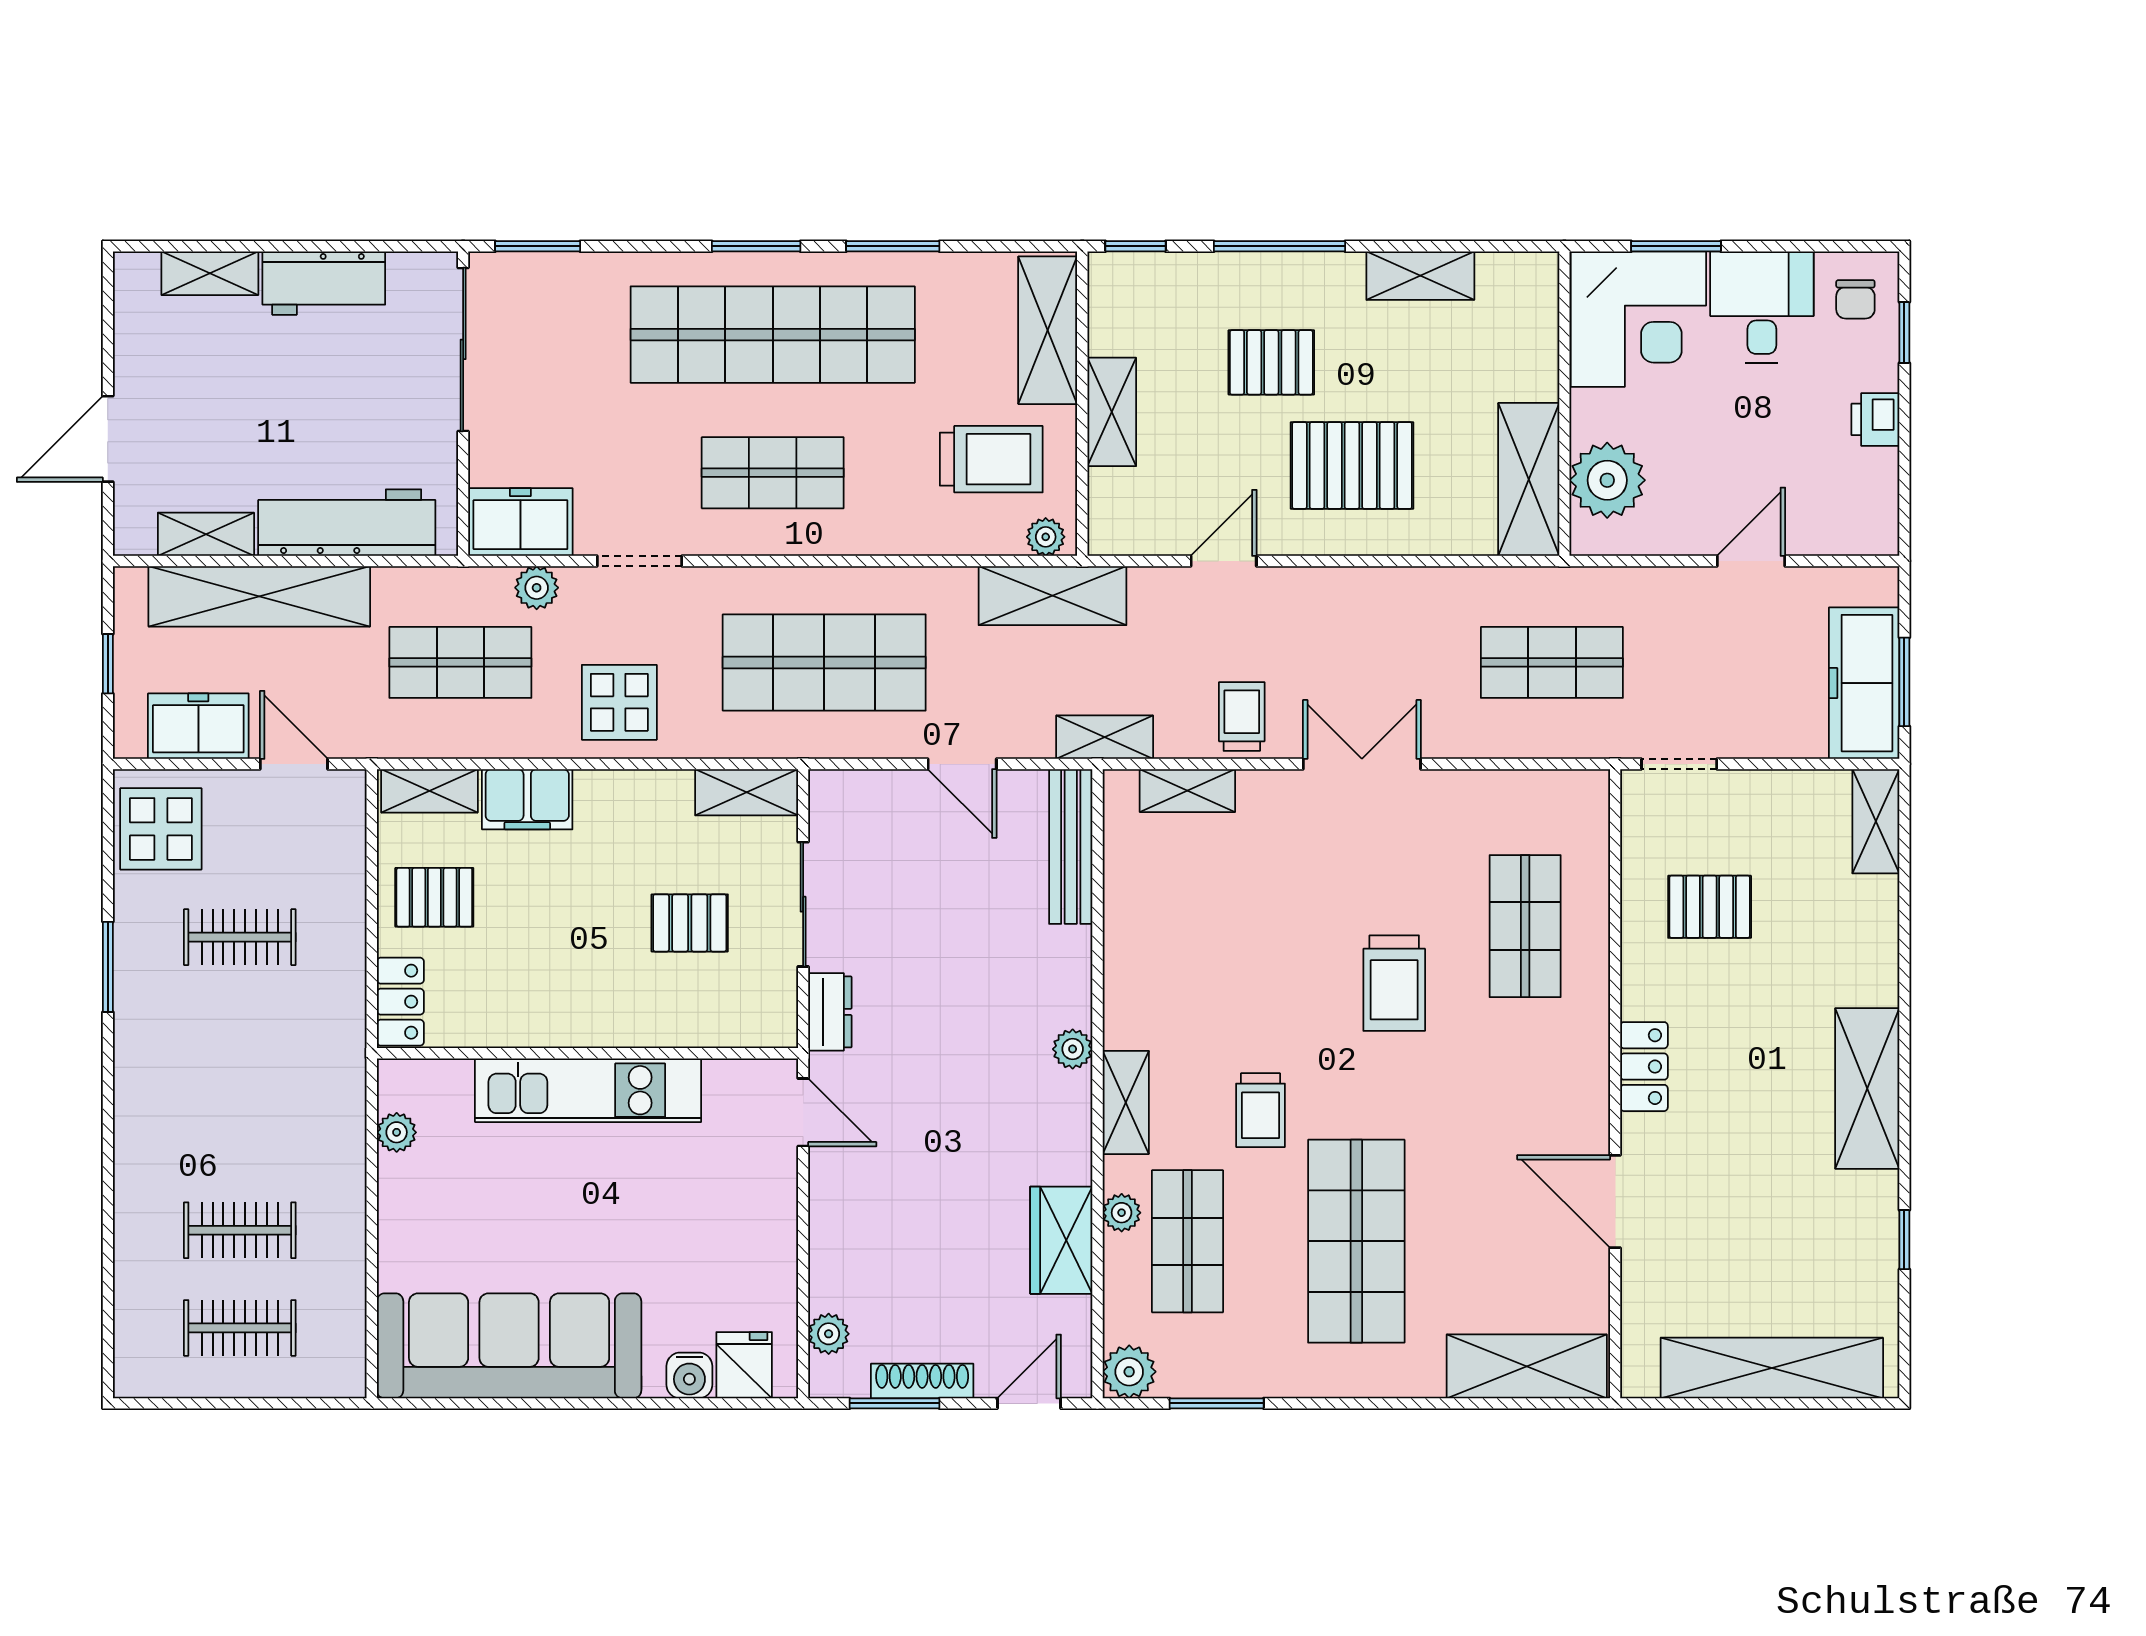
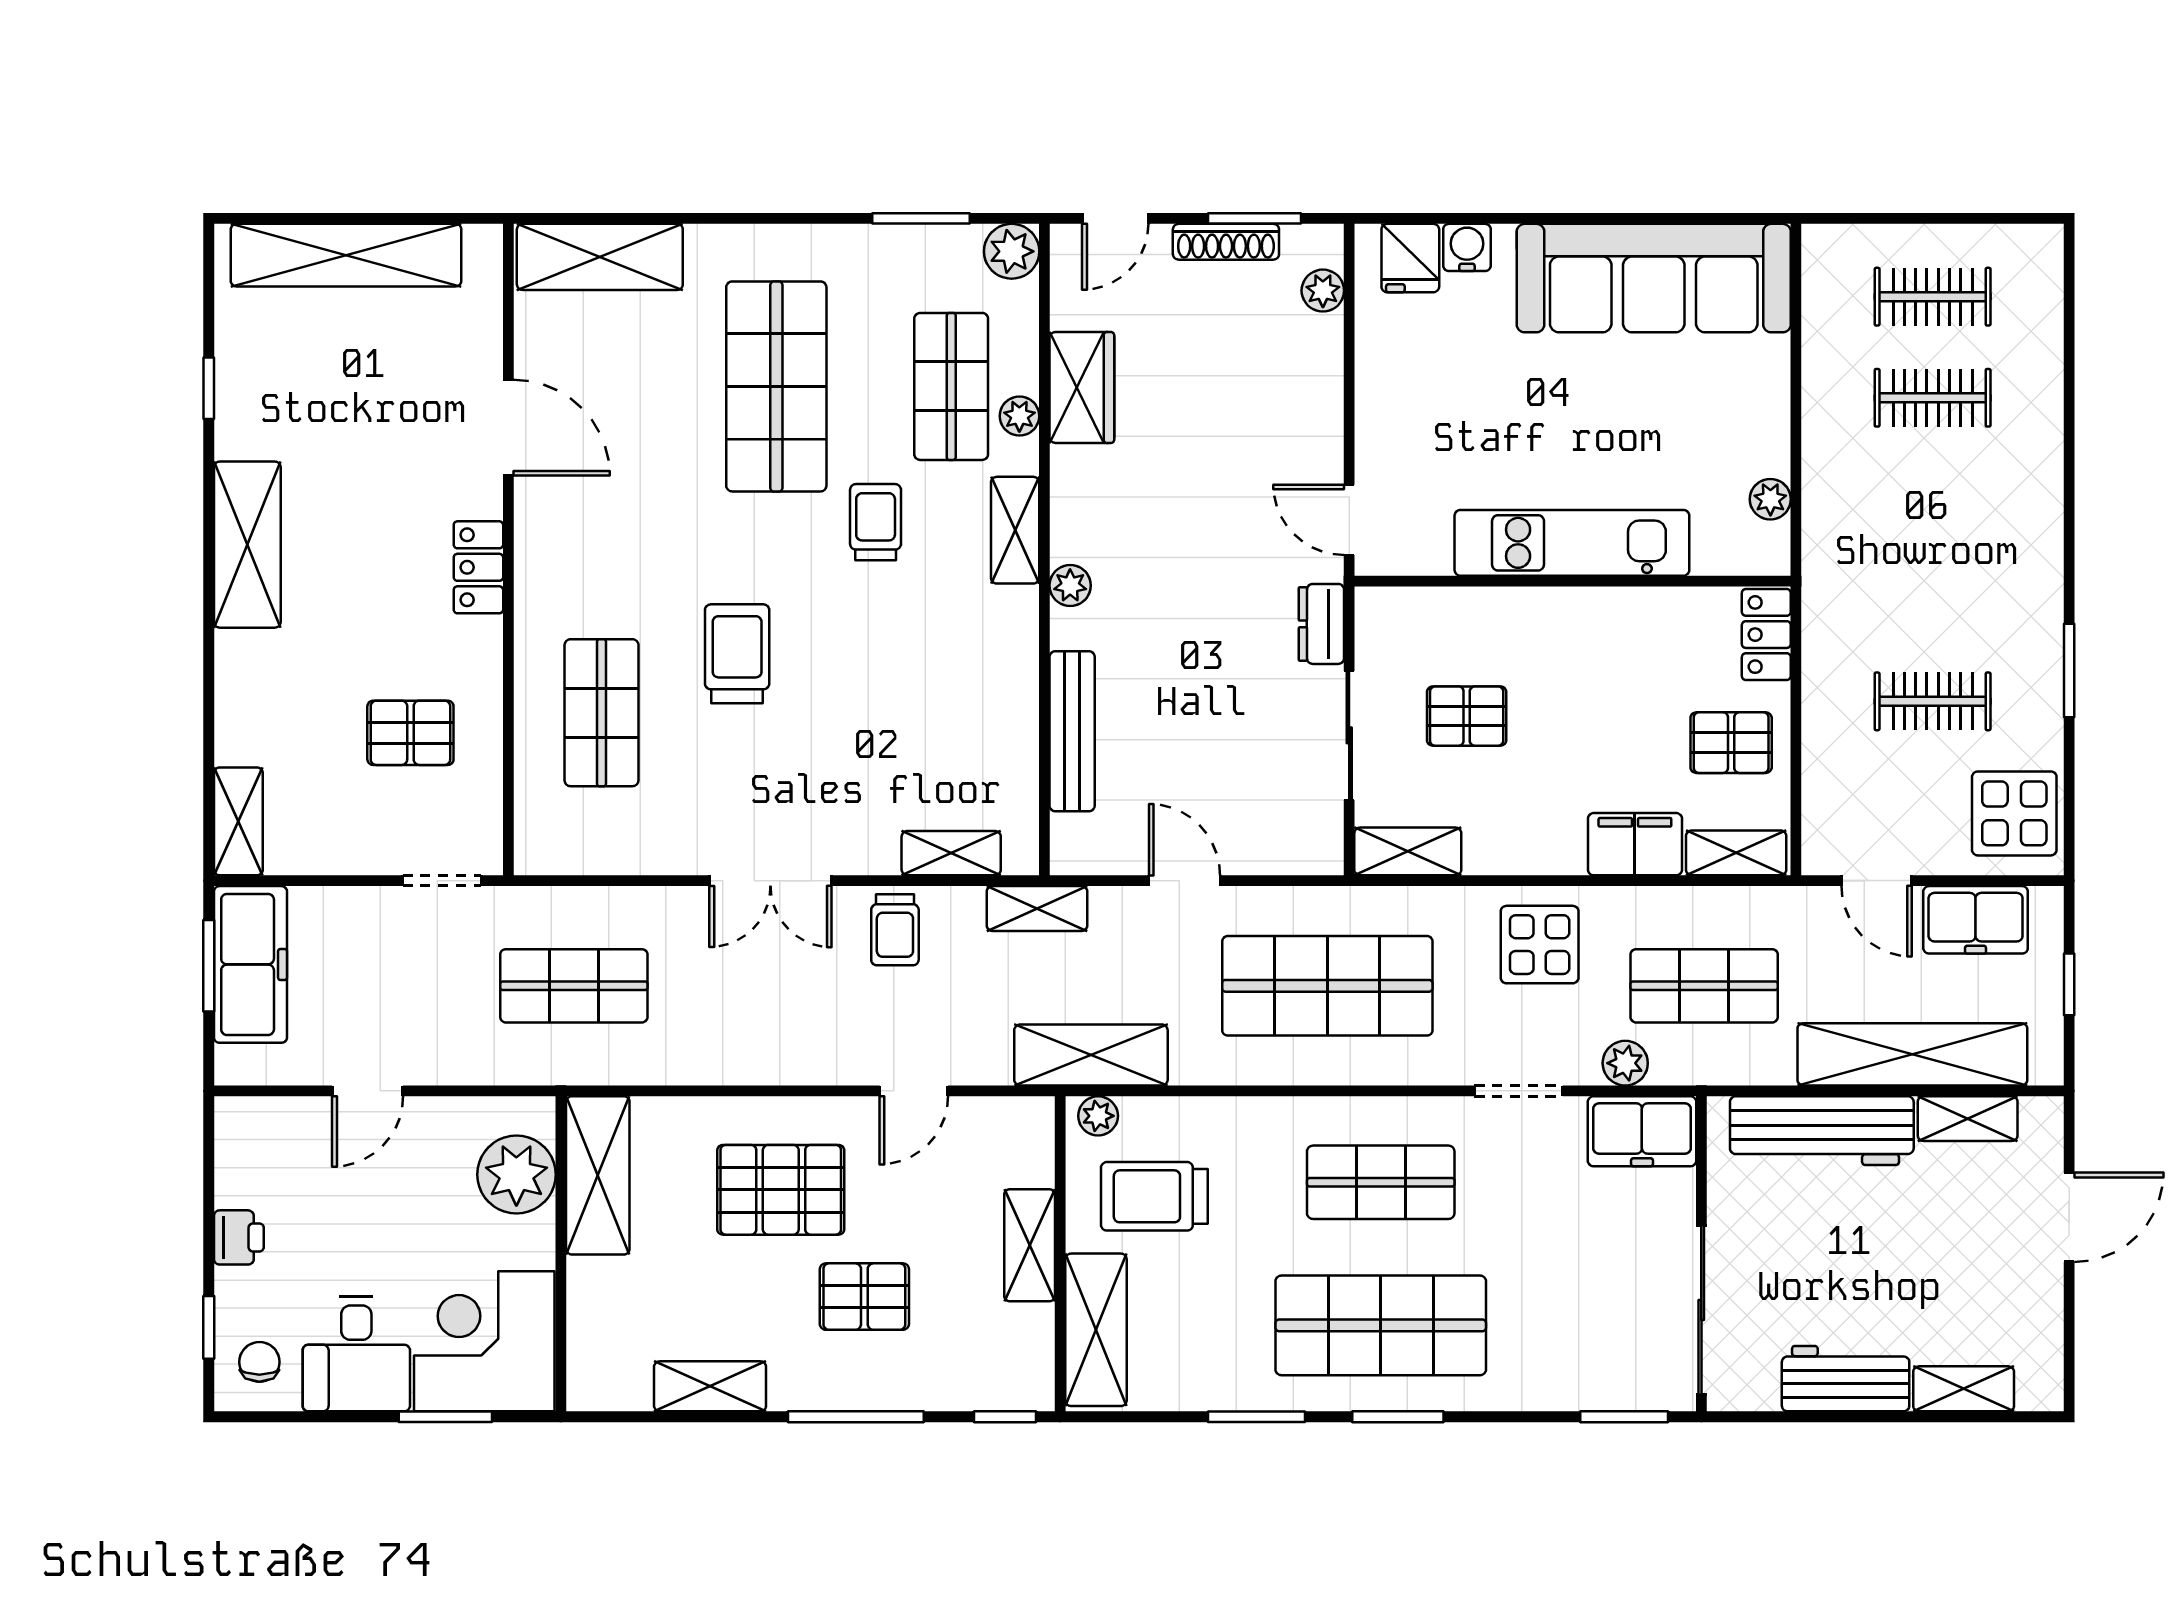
shop shelf: (773, 335) -> (1381, 1325), width x0.71
bench: (1071, 846) -> (1072, 731), moved

